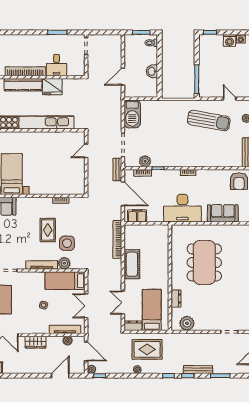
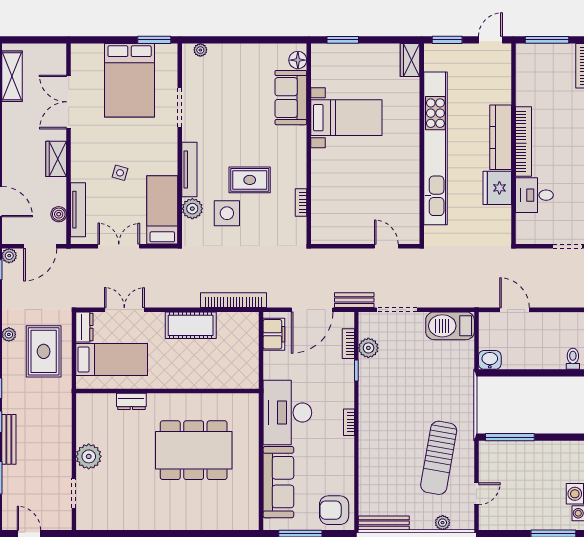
washbasin: (152, 71) -> (490, 360), moved
sofa: (223, 213) -> (278, 482), width x1.36
plant: (187, 323) -> (89, 456), moved

